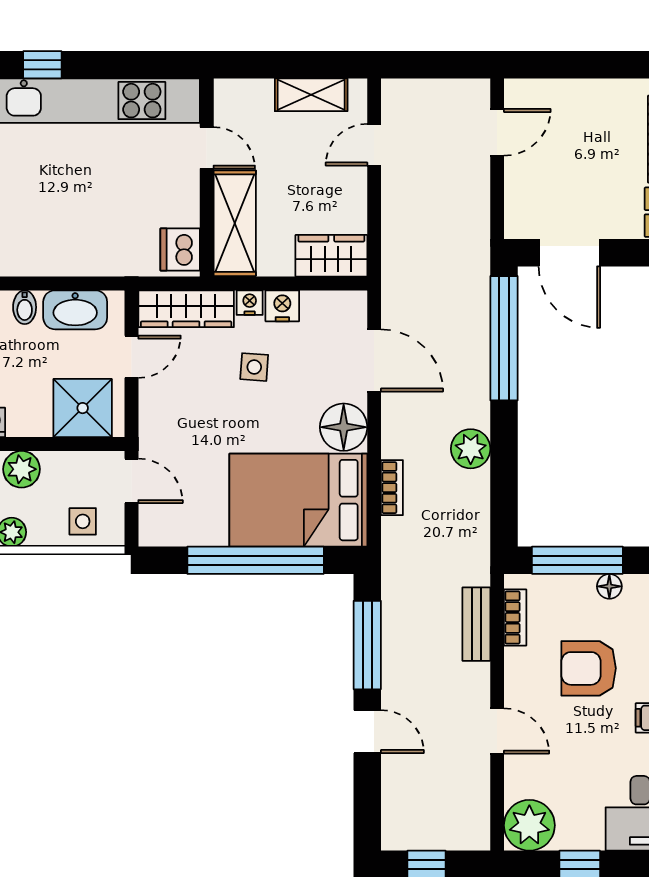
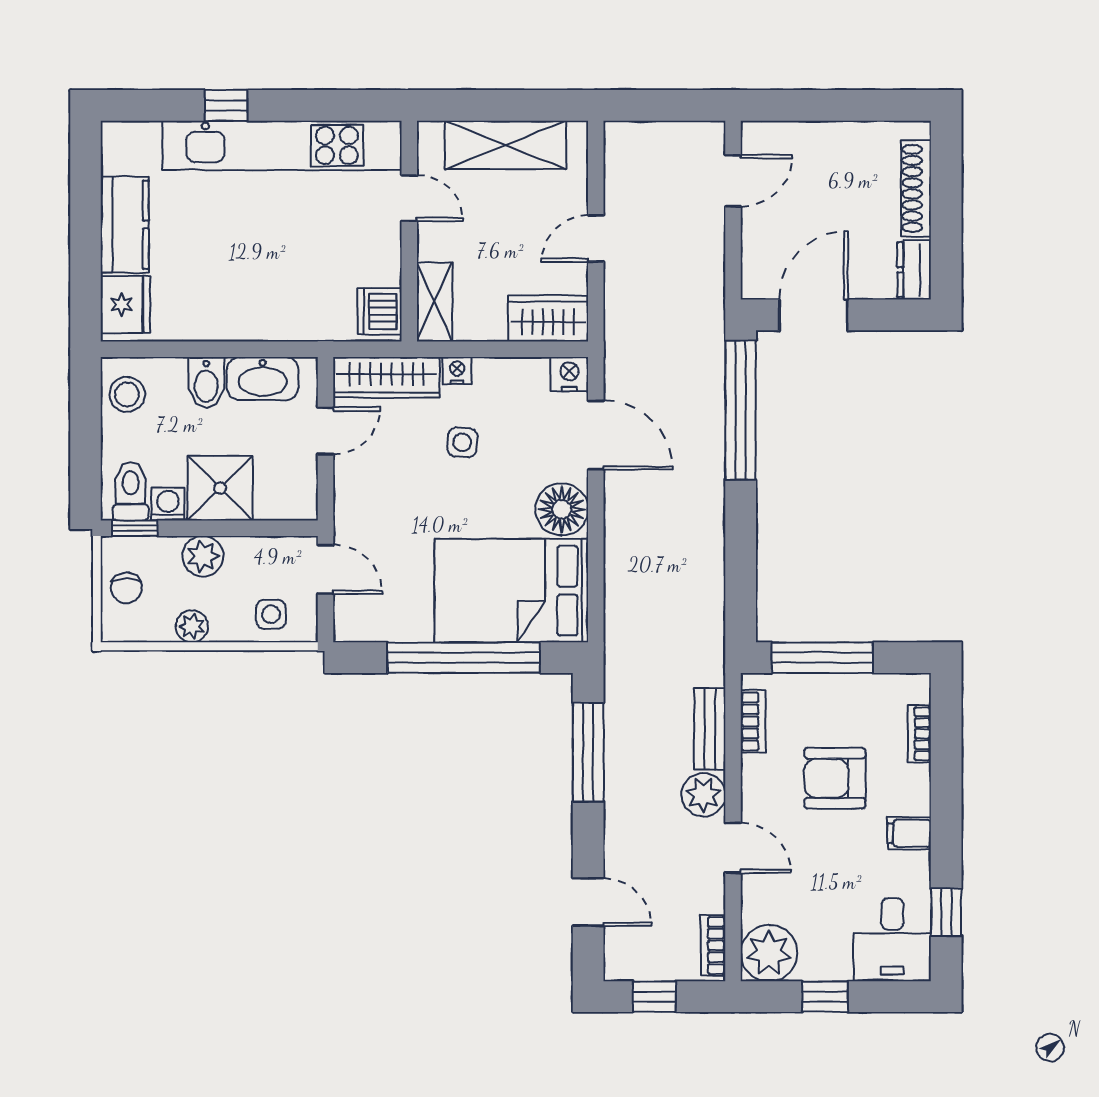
shelving: (311, 95) -> (505, 145), width x1.50, depth x1.33
door: (374, 145) -> (596, 239), moved
shelving: (235, 223) -> (435, 302), width x0.67, depth x0.75
door: (569, 253) -> (813, 315), swing flipped
nightstand: (282, 306) -> (569, 374), moved
bidet: (25, 307) -> (206, 382), width x1.38, depth x1.36
shower: (83, 408) -> (220, 488), moved
plant: (471, 449) -> (703, 795), moved
bookcase: (392, 488) -> (713, 945), moved, turned 180
floor lamp: (609, 586) -> (858, 687), removed
door: (367, 732) -> (588, 902), moved

